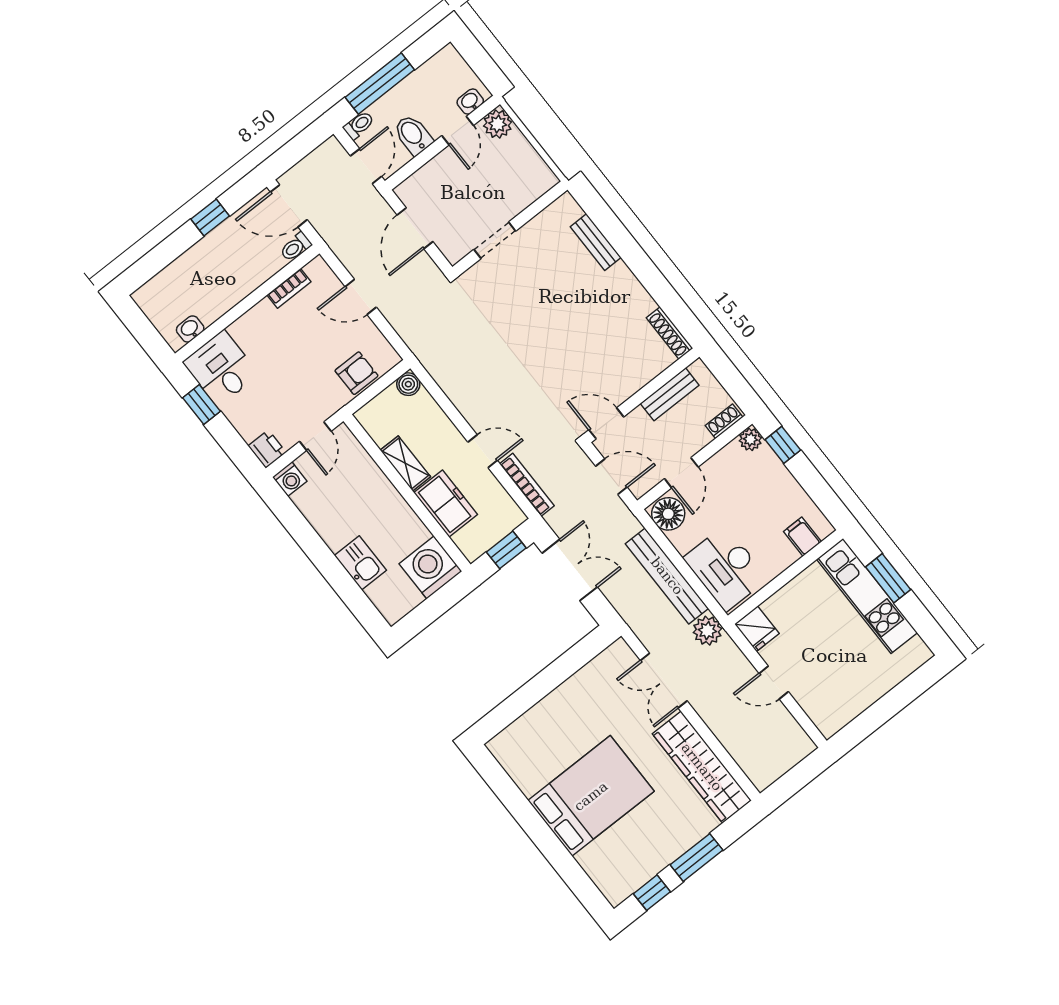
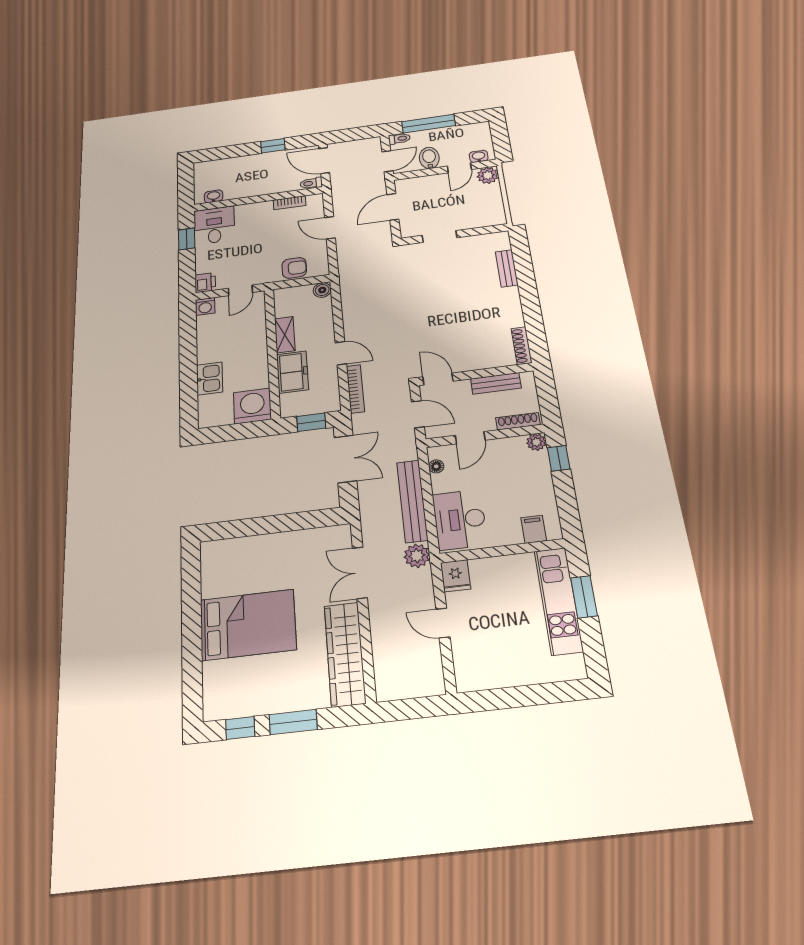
shoe rack: (724, 421) -> (518, 421), width x1.43
floor lamp: (668, 514) -> (436, 466), width x0.53, depth x0.53

